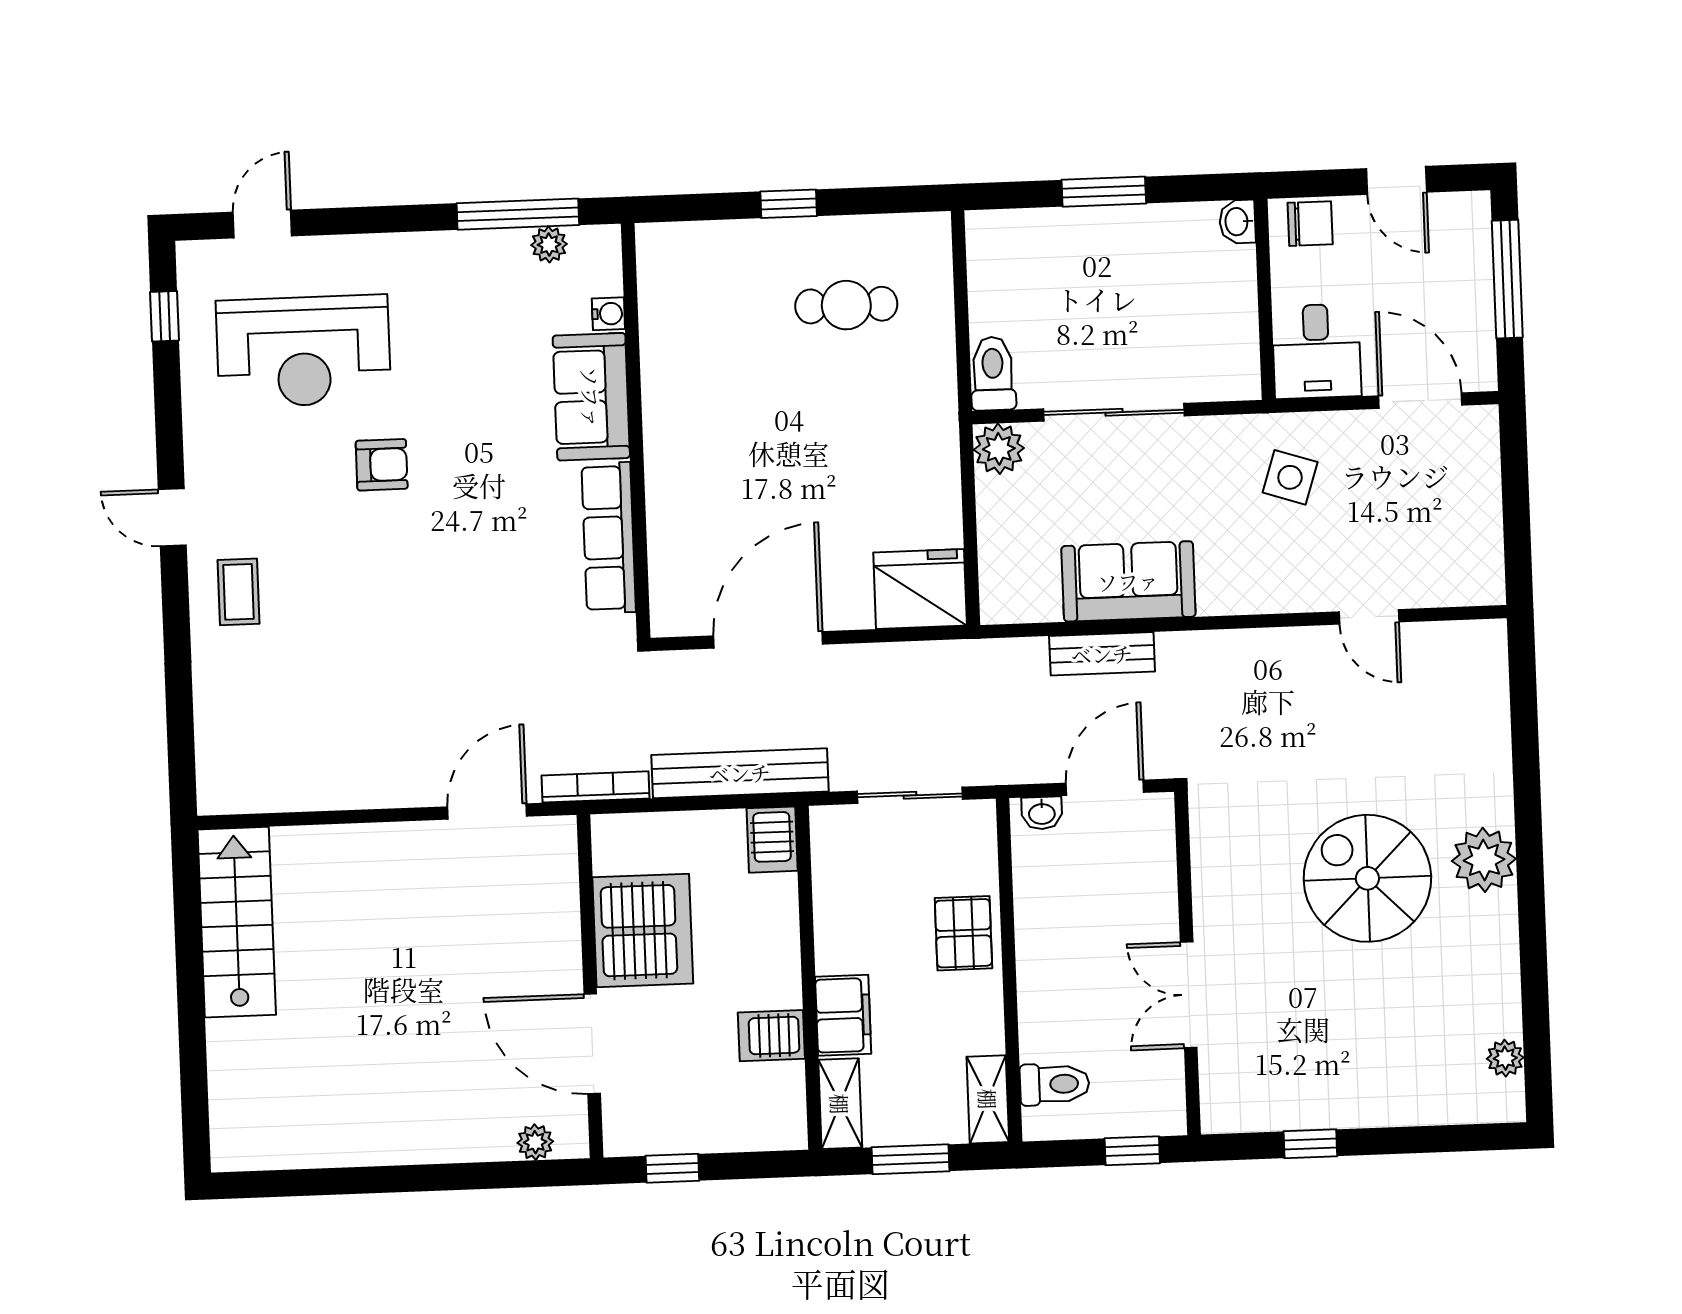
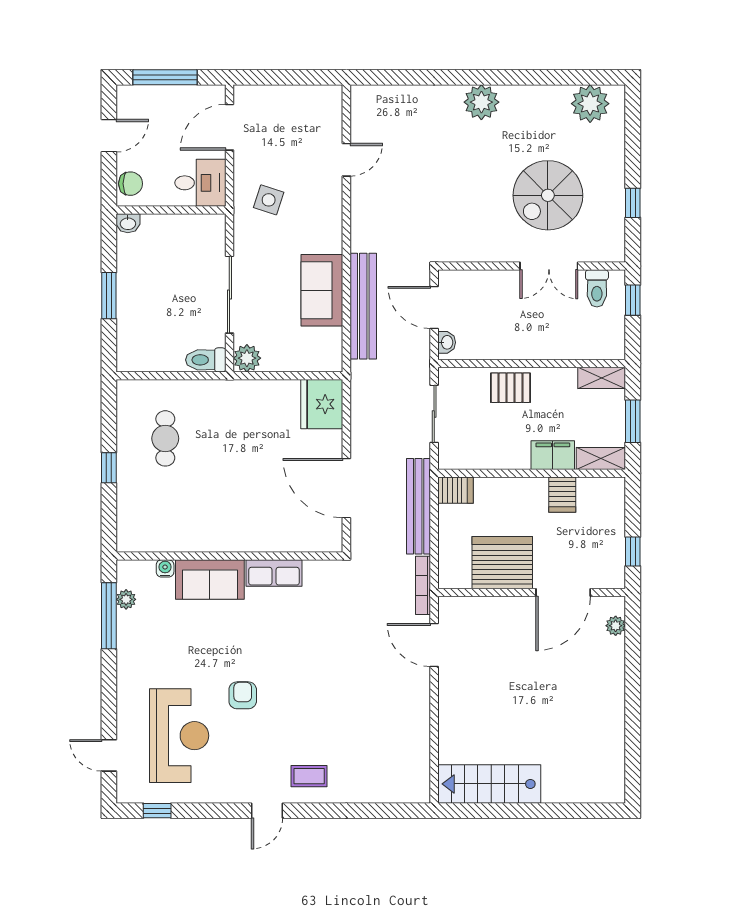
chair: (1310, 224) -> (131, 184), turned 90
row of seats: (609, 538) -> (274, 573), width x0.68
bench: (1102, 654) -> (363, 306), width x1.86, depth x1.21
spiral stairs: (1367, 878) -> (548, 195), moved
plant: (1505, 1058) -> (590, 104), width x1.87, depth x1.87
toilet: (1055, 1084) -> (597, 288), moved, turned 180

